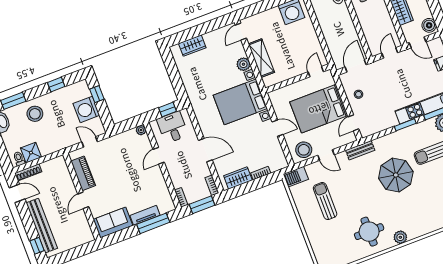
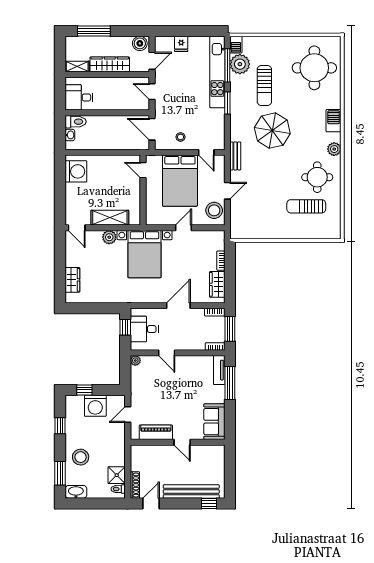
barbecue: (296, 177) -> (334, 121), moved, turned 180
sun lounger: (325, 201) -> (306, 206), moved
tv unit: (145, 215) -> (219, 370), moved

